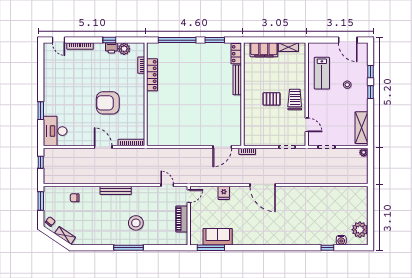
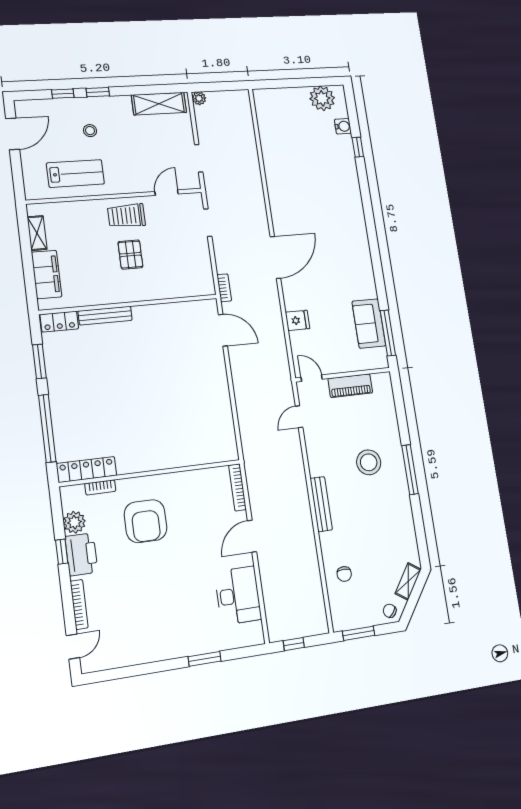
printer: (111, 48) -> (81, 554), width x1.87, depth x1.48
locker: (152, 75) -> (87, 469), moved
armchair: (108, 103) -> (146, 521), moved
desk: (55, 131) -> (238, 596), moved, turned -90

